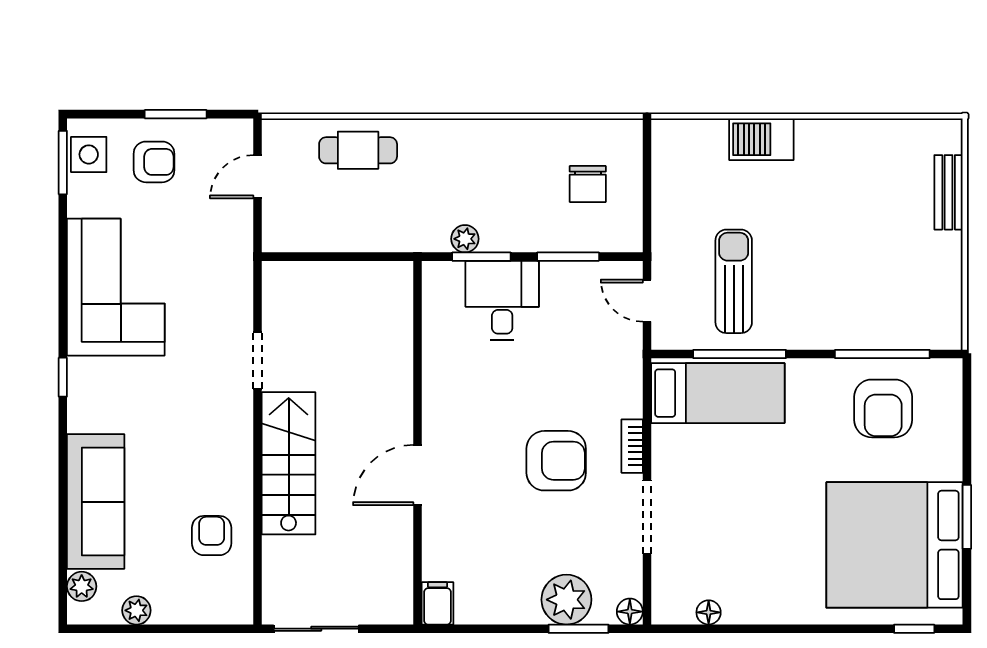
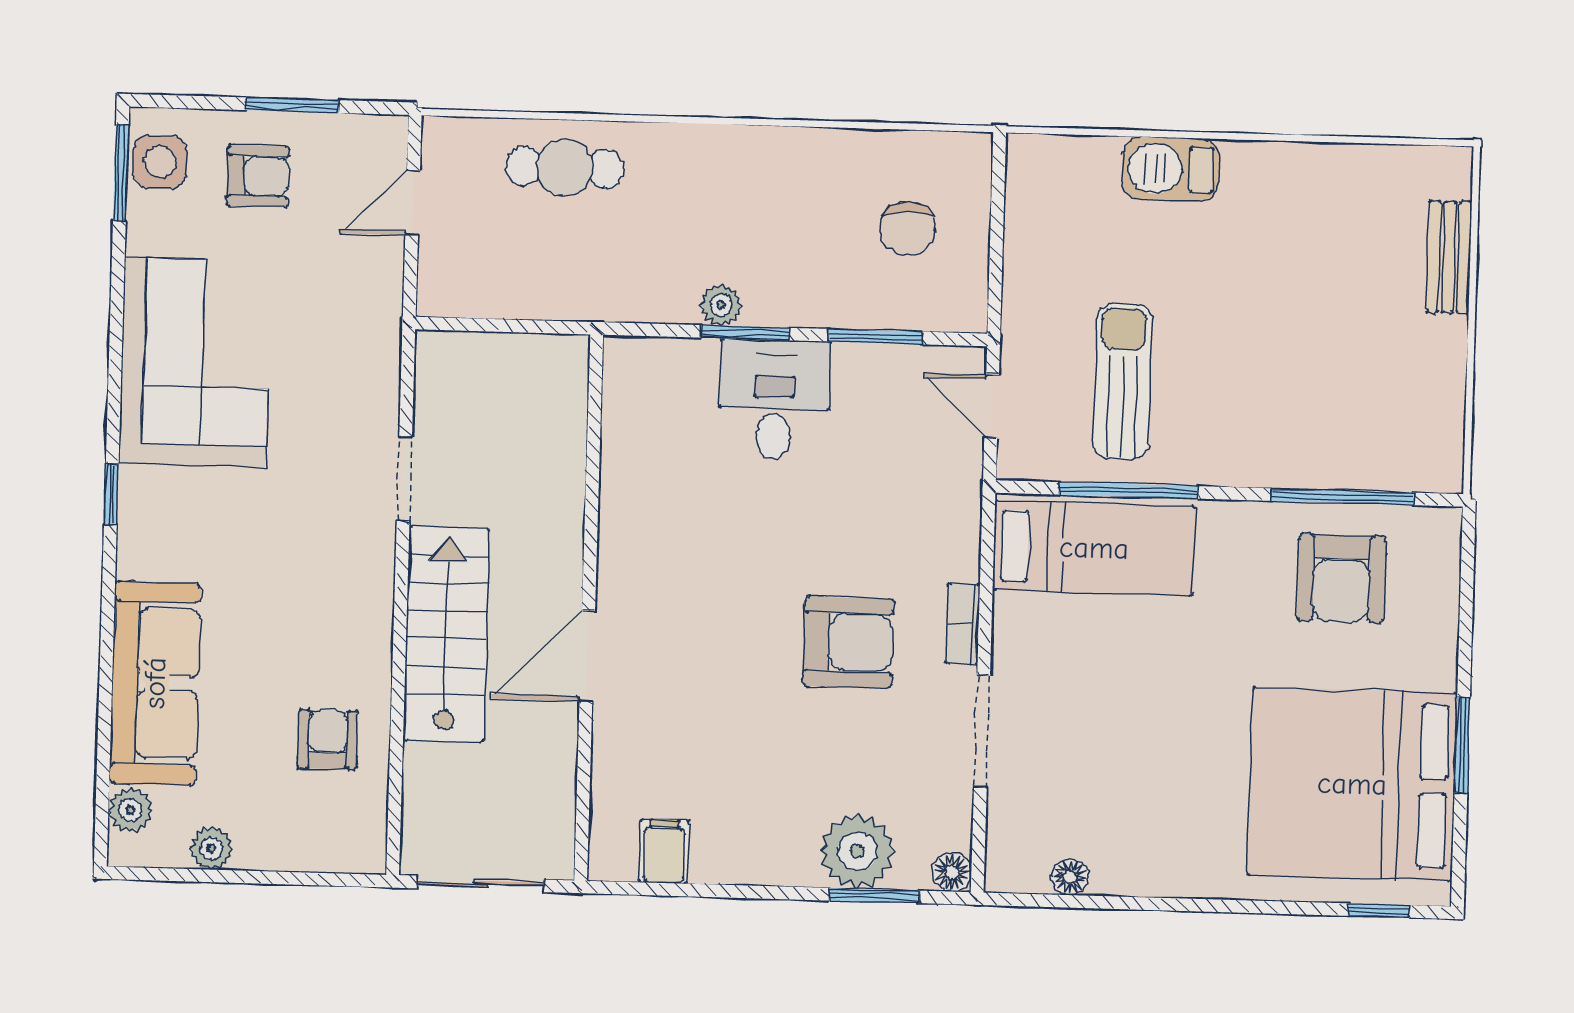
wall: (417, 443) -> (589, 608), moved
door: (417, 475) -> (587, 656), moved

